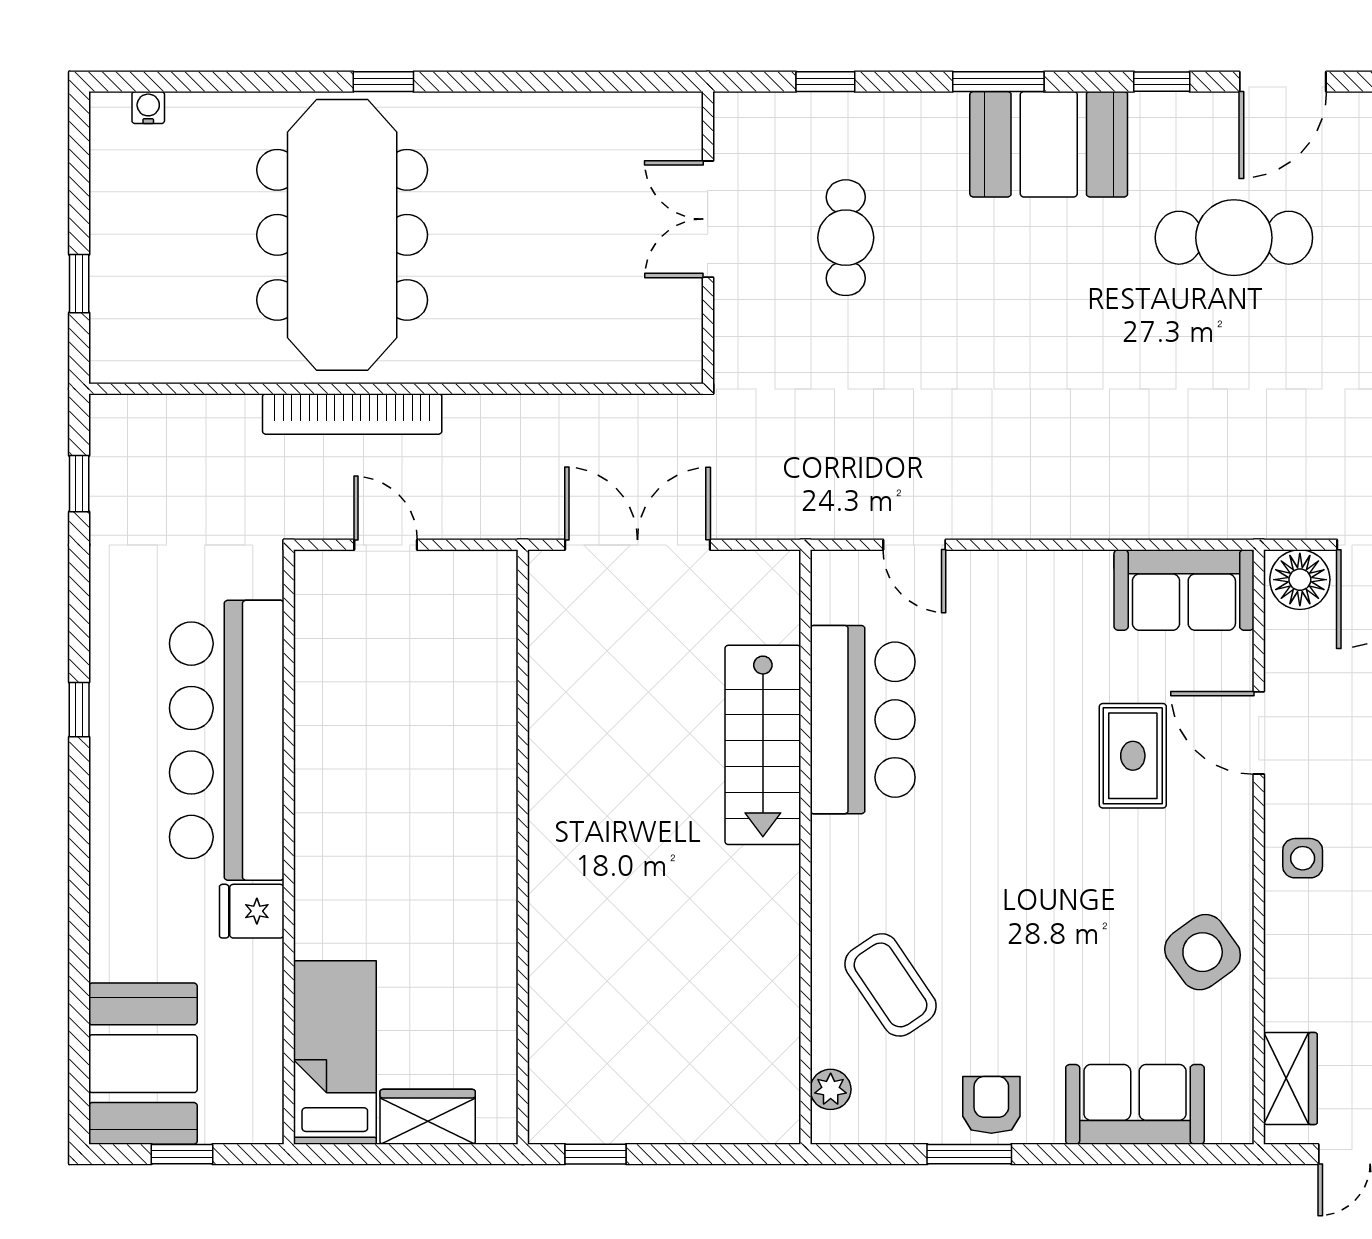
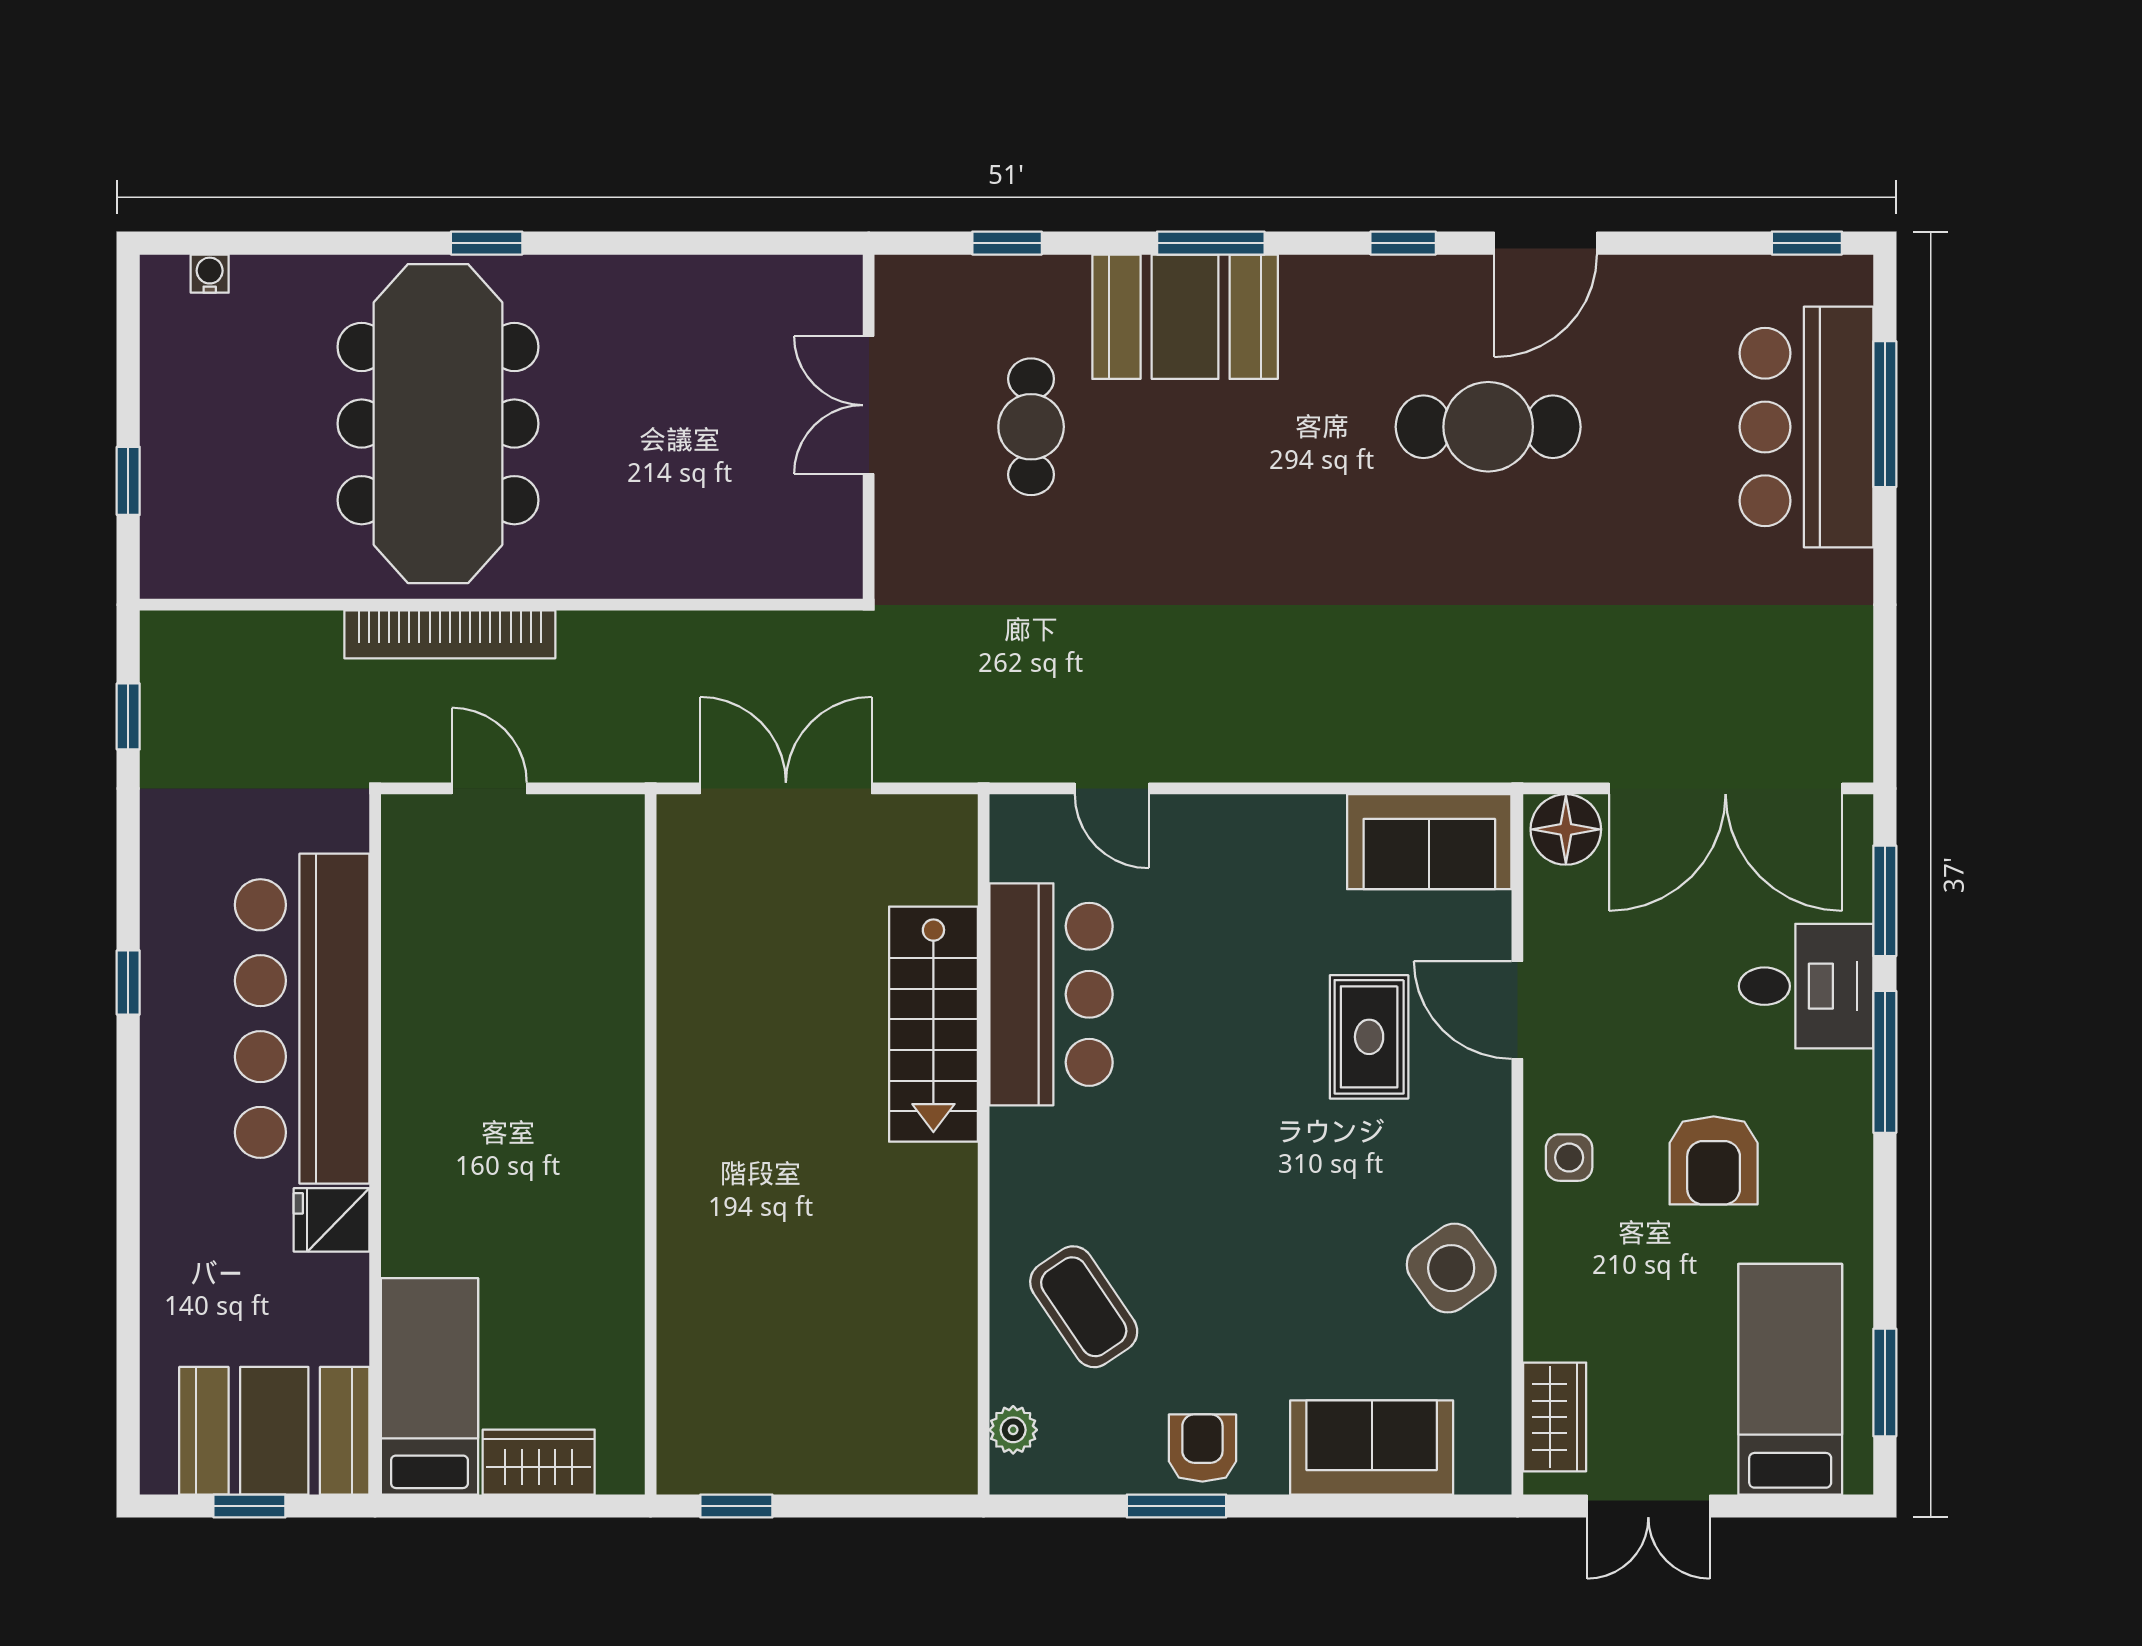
booth: (1049, 144) -> (1185, 317), moved
booth: (143, 1064) -> (274, 1431), moved, turned 90

